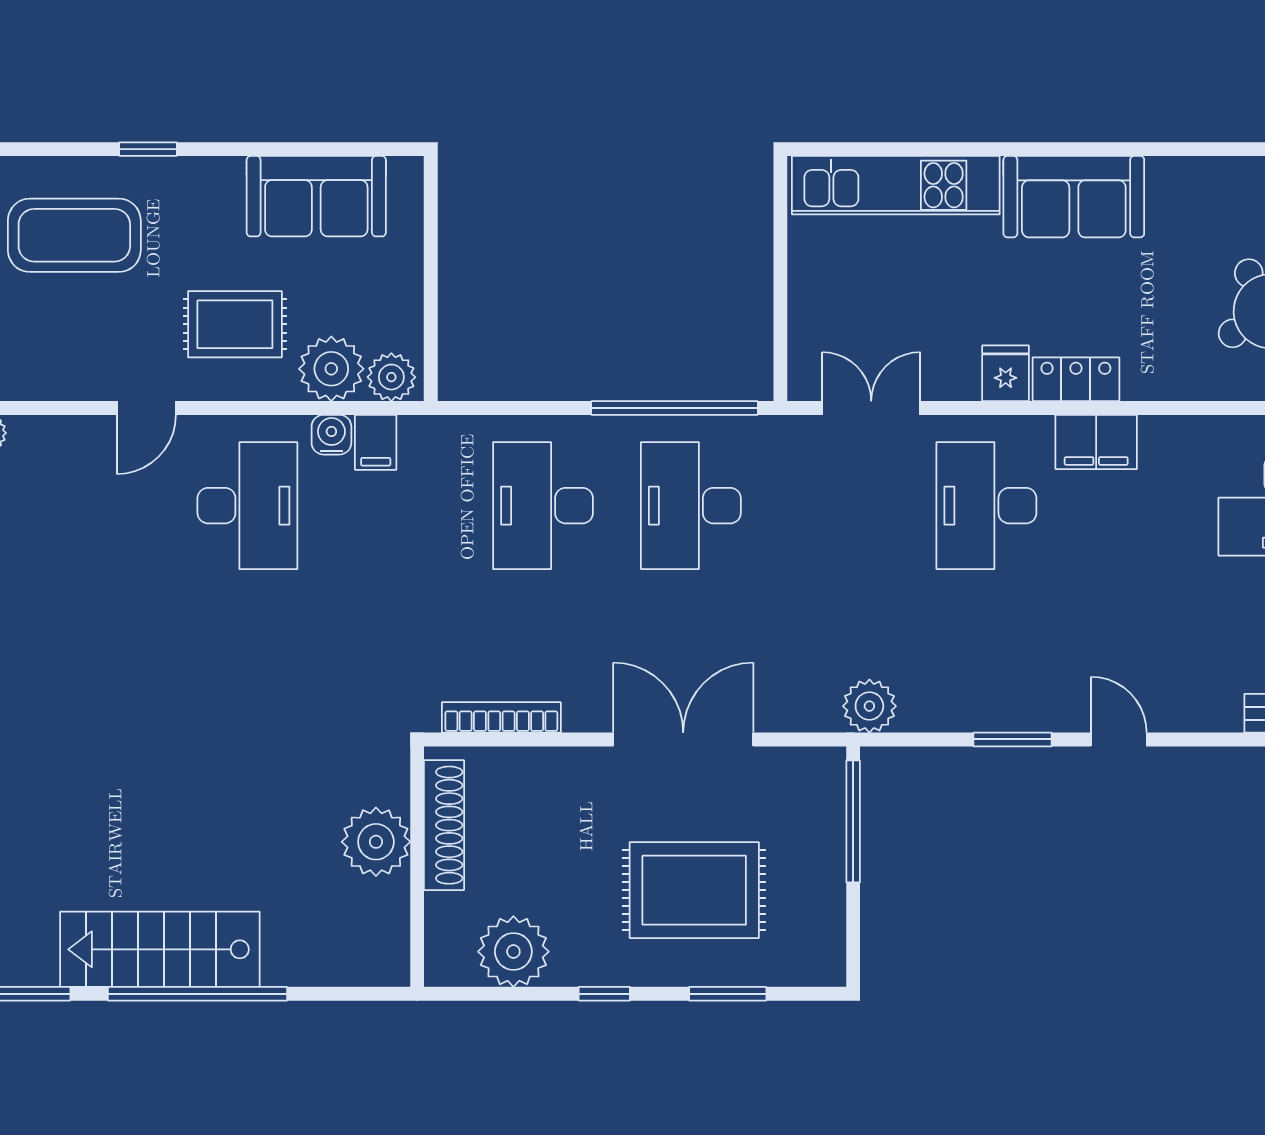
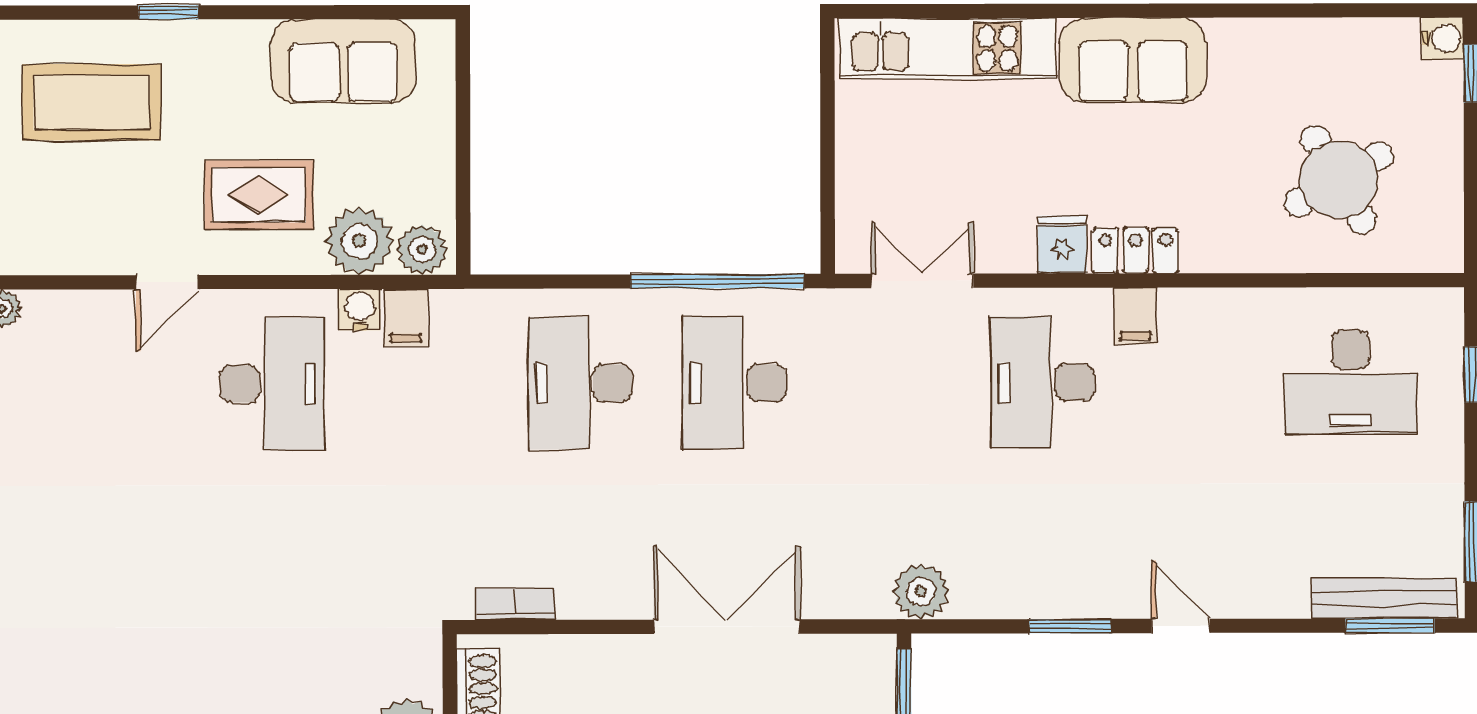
filing cabinet: (1096, 442) -> (1136, 316), width x0.50
bookcase: (501, 717) -> (515, 604), width x0.64

